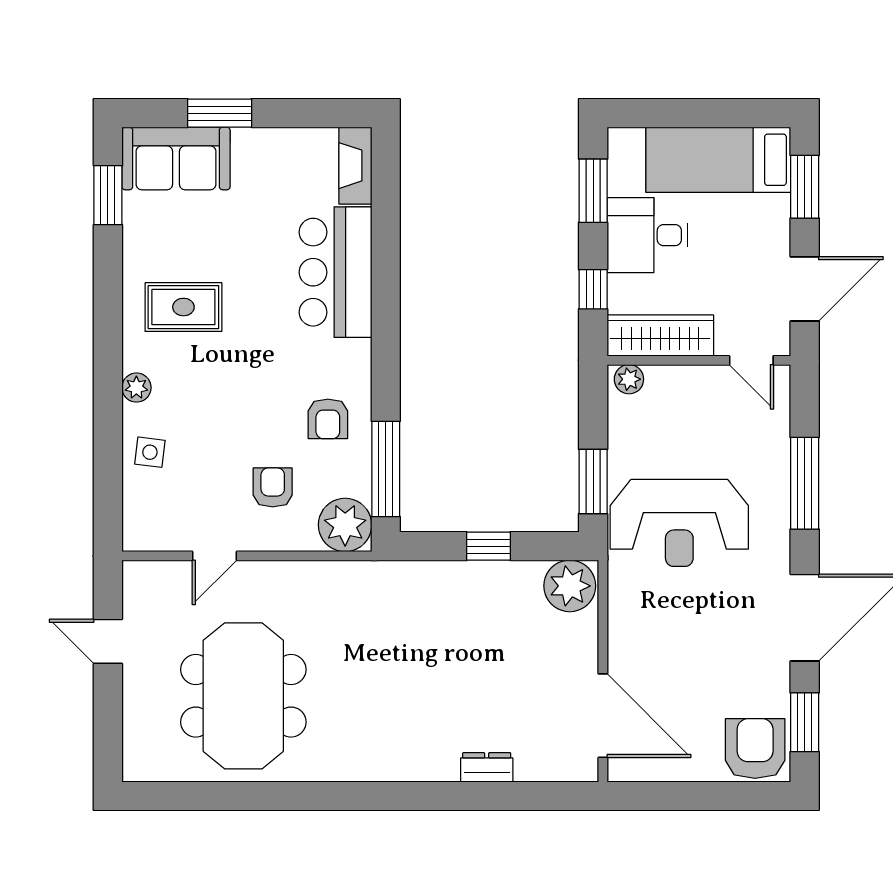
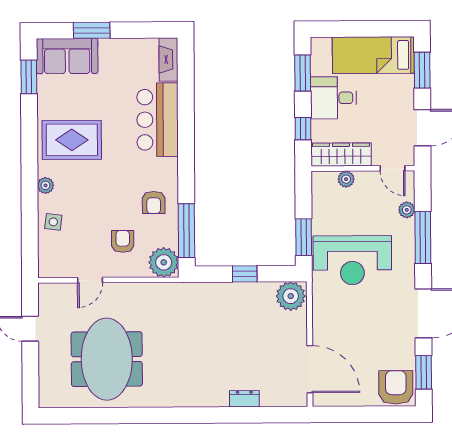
rug: (183, 307) -> (72, 140), width x1.36, depth x1.43
plant: (629, 379) -> (346, 179), moved
plant: (776, 434) -> (407, 210), added

